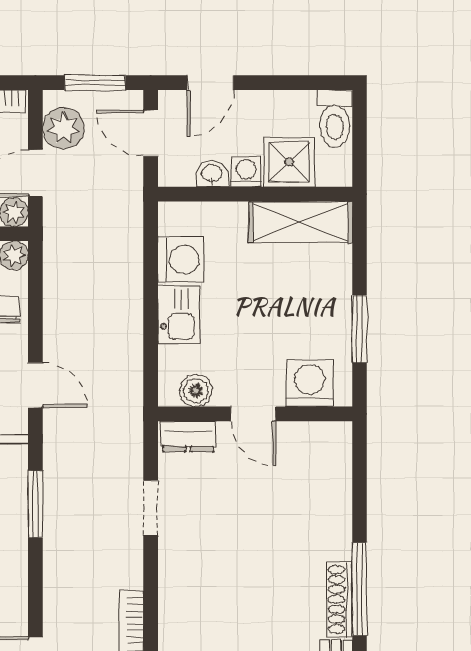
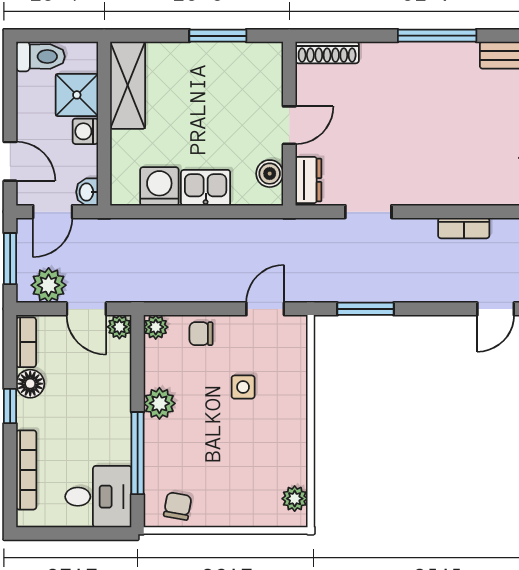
washbasin: (212, 174) -> (87, 192), moved
washing machine: (310, 383) -> (263, 78), removed
shoe rack: (339, 599) -> (327, 52), moved

